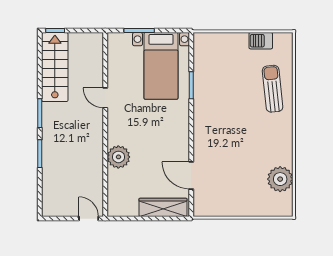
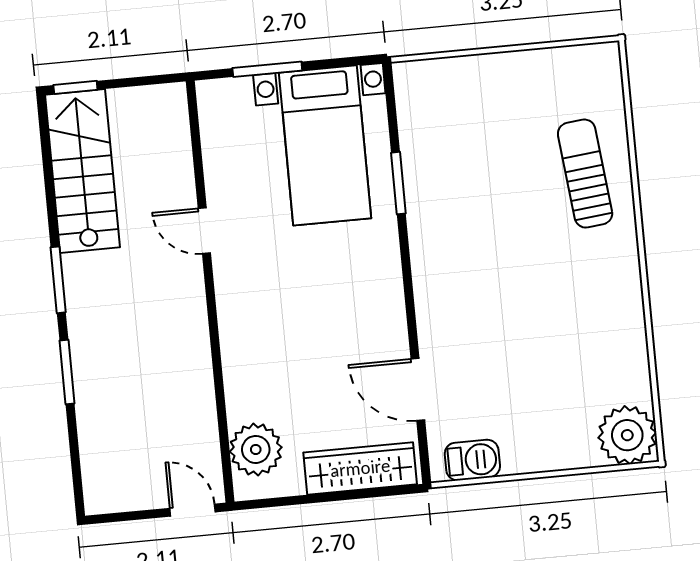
barbecue: (261, 41) -> (472, 460), moved, turned 180
plant: (118, 157) -> (256, 449), moved
plant: (280, 179) -> (627, 435), moved

